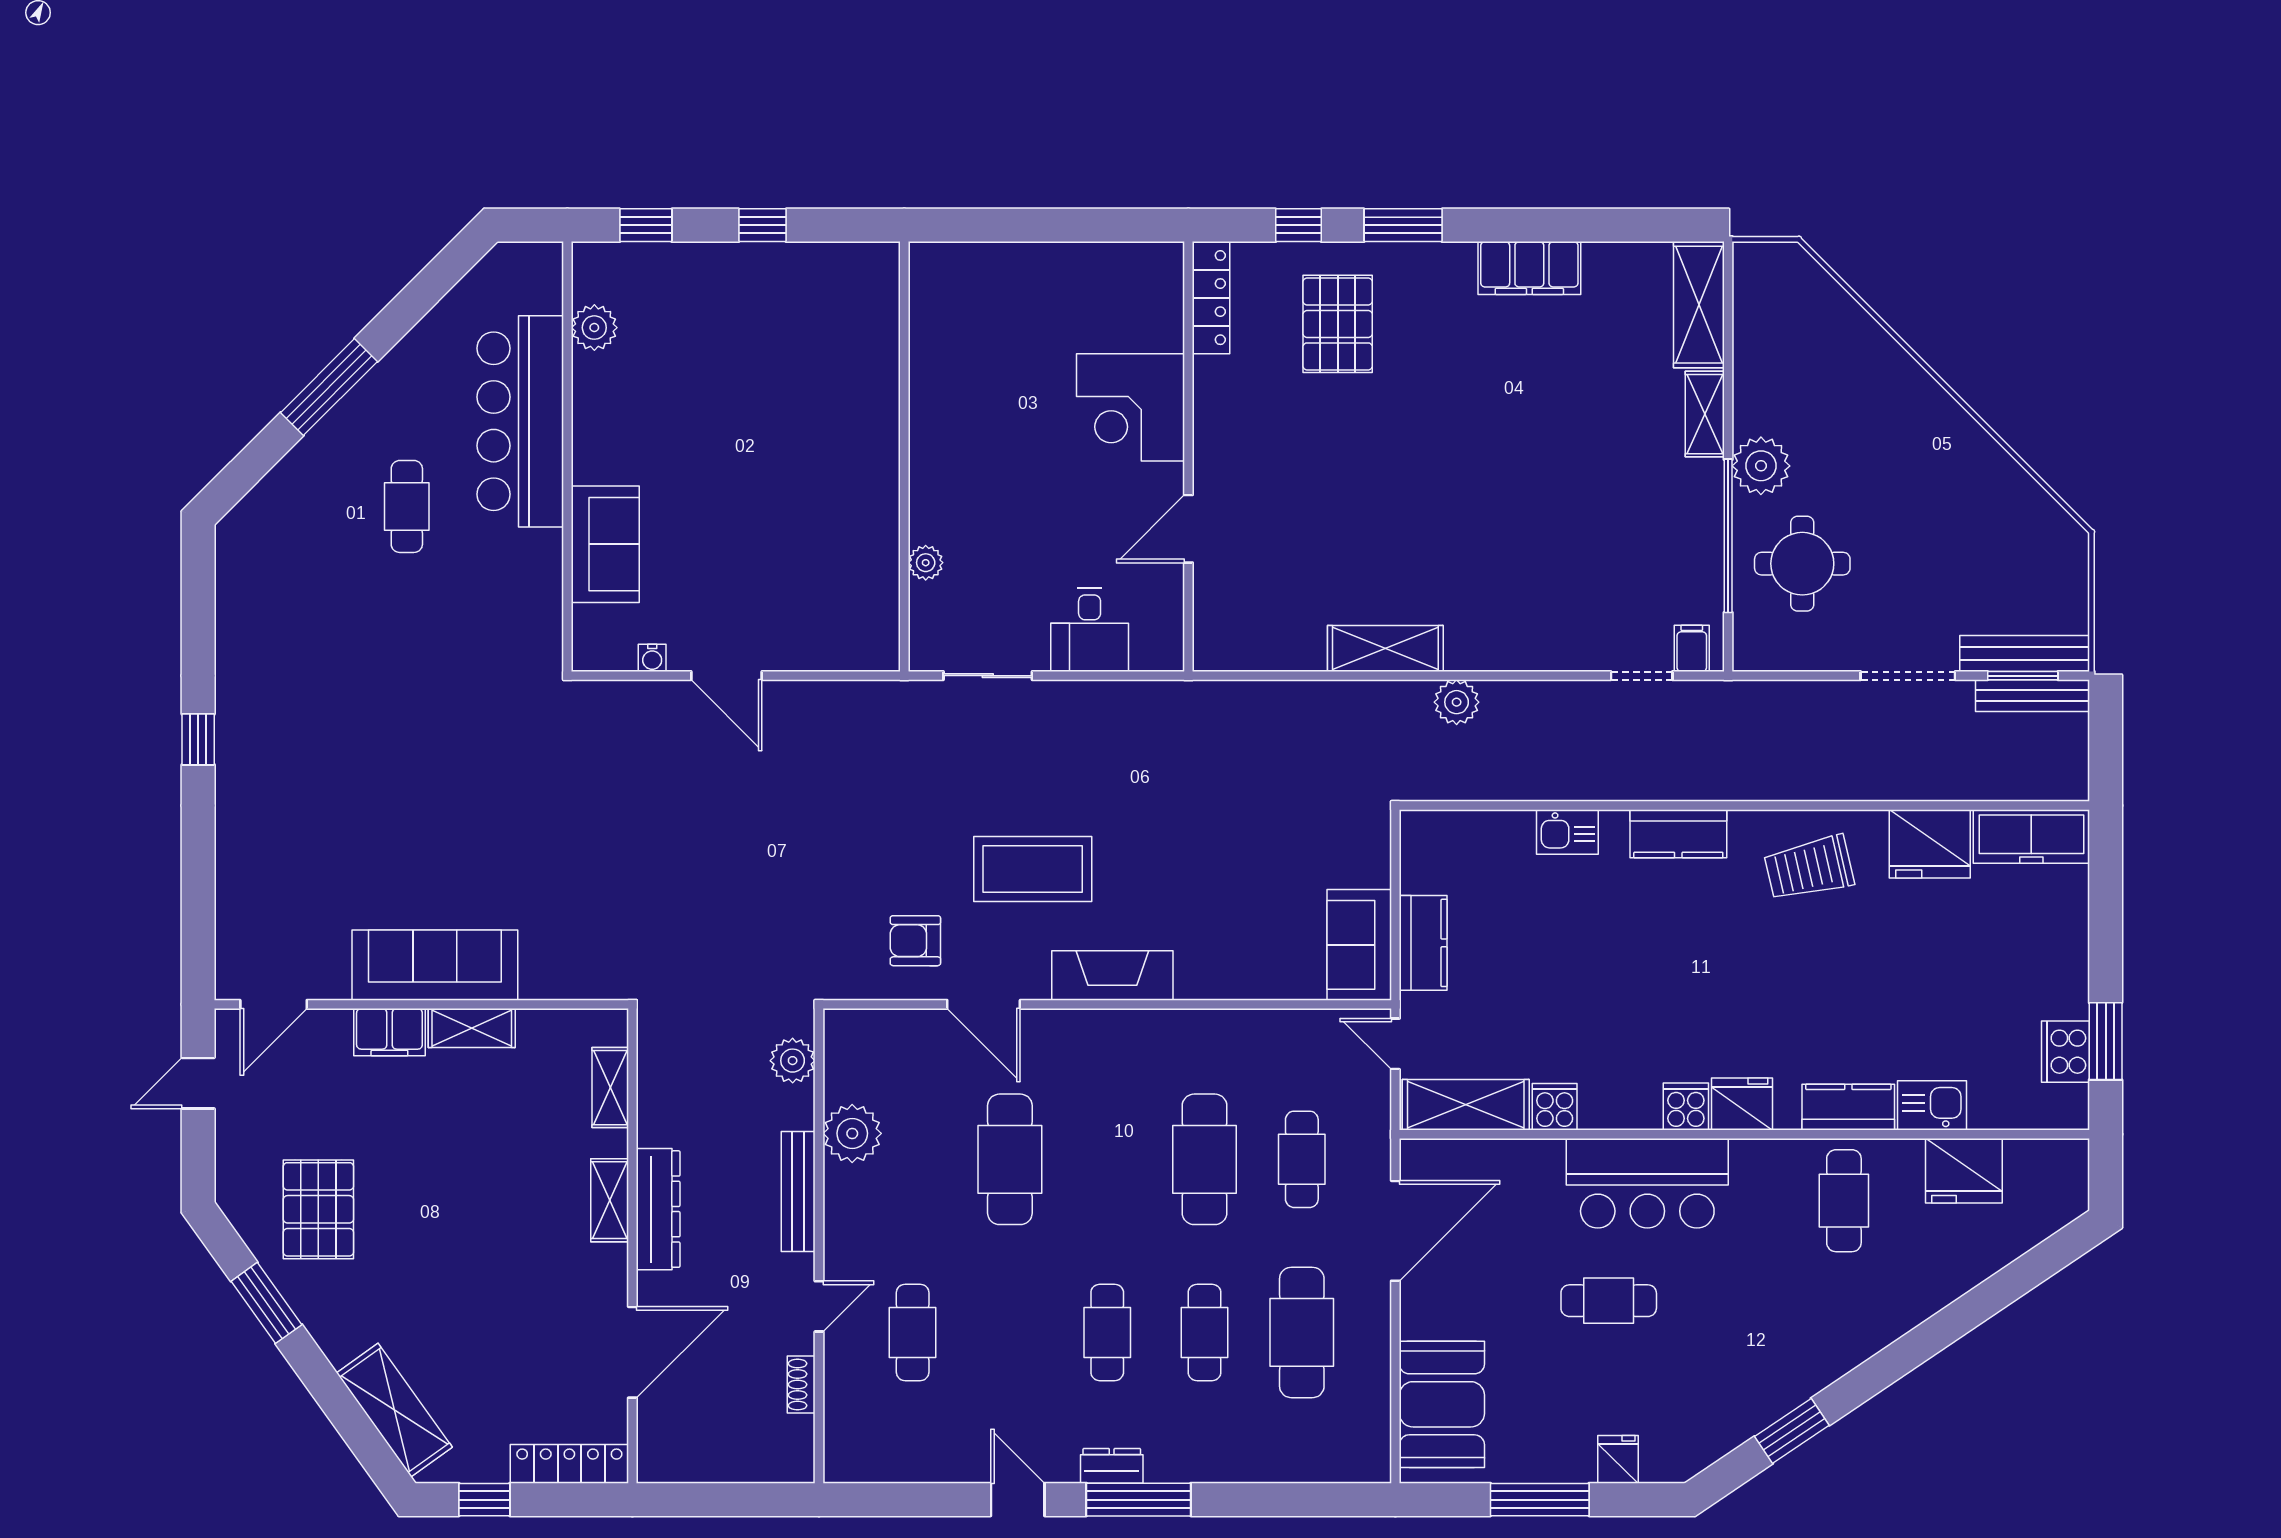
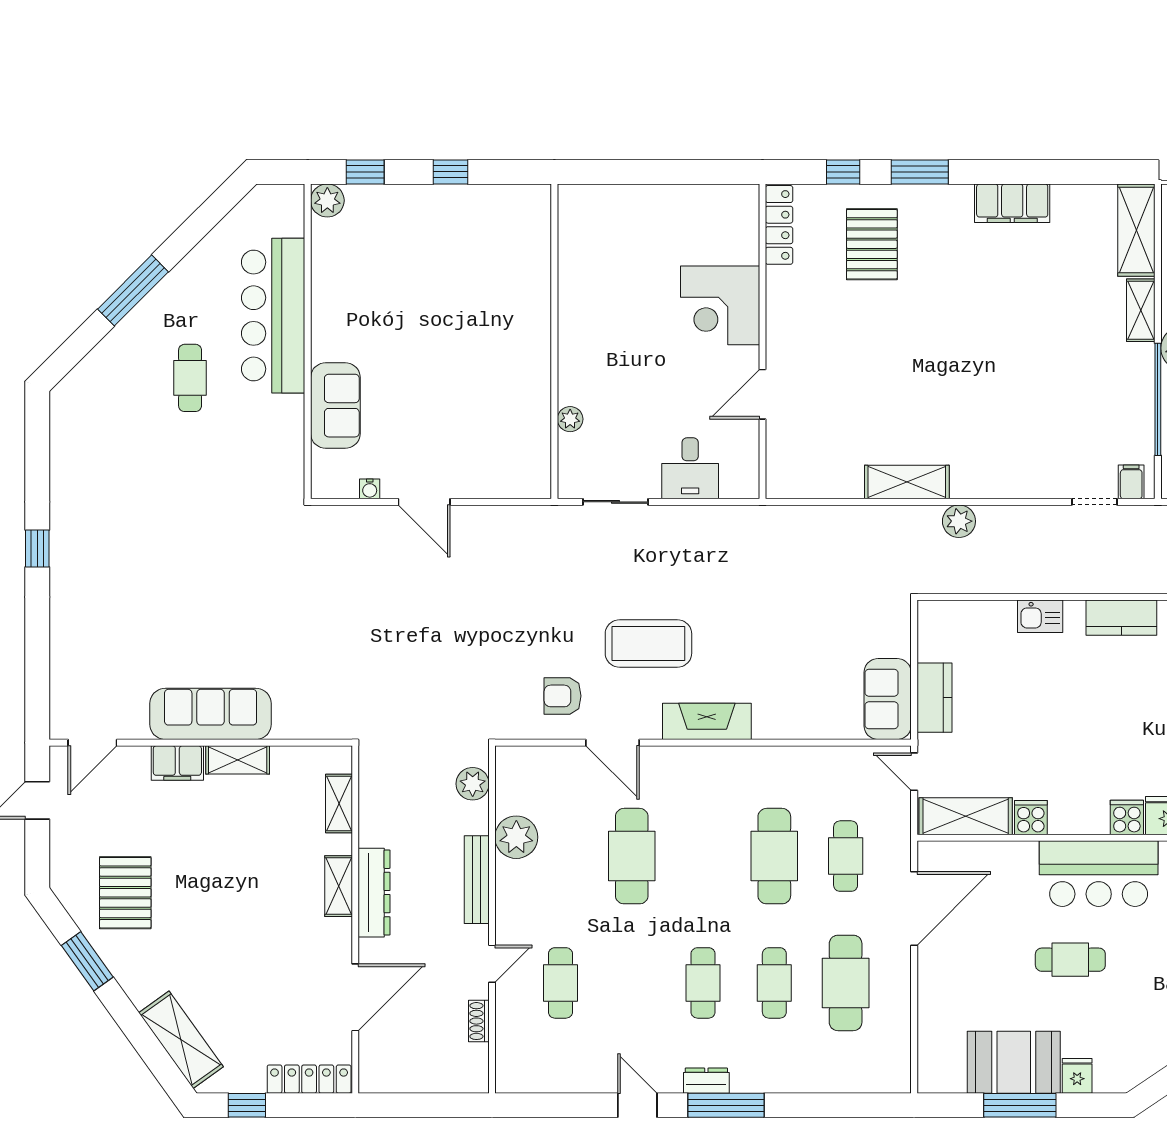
plant: (594, 328) -> (327, 200), moved
booth: (1442, 1404) -> (1014, 1062), moved, turned 90

